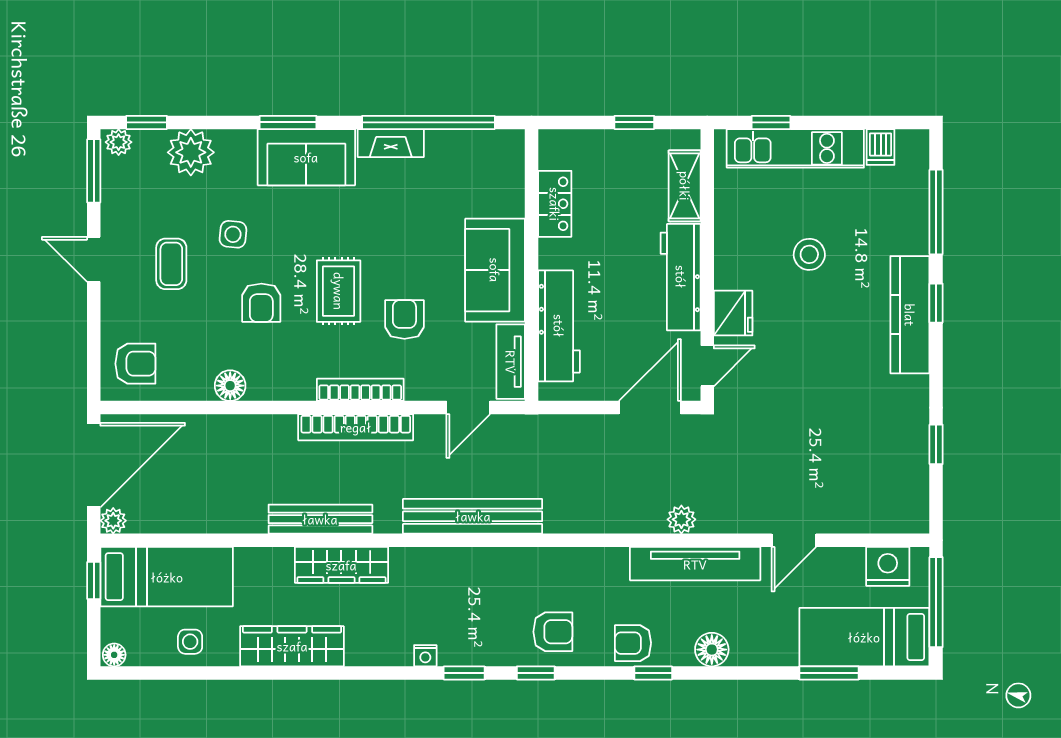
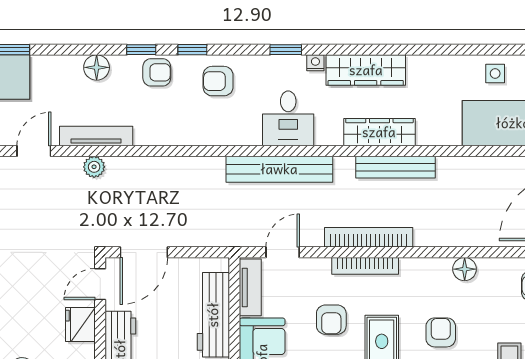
plant: (681, 519) -> (94, 167), moved
tv unit: (695, 564) -> (96, 136), width x0.73, depth x0.78
desk: (461, 583) -> (288, 118), added
wardrobe: (292, 646) -> (366, 70), moved
window: (536, 673) -> (192, 50), moved

